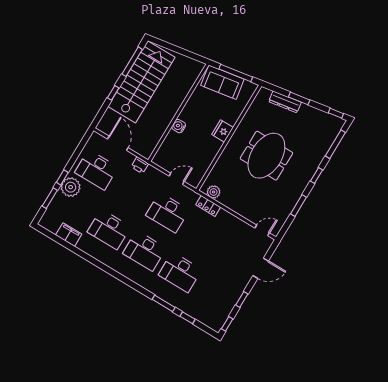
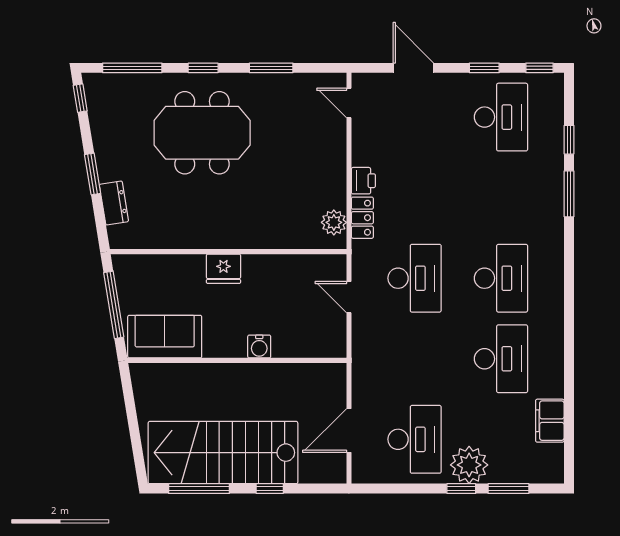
sofa: (222, 82) -> (165, 337), moved, turned -81
dresser: (285, 102) -> (114, 203), width x0.70
meeting table: (266, 156) -> (202, 133), moved
printer: (140, 165) -> (363, 181), moved
desk: (180, 272) -> (501, 117), moved

